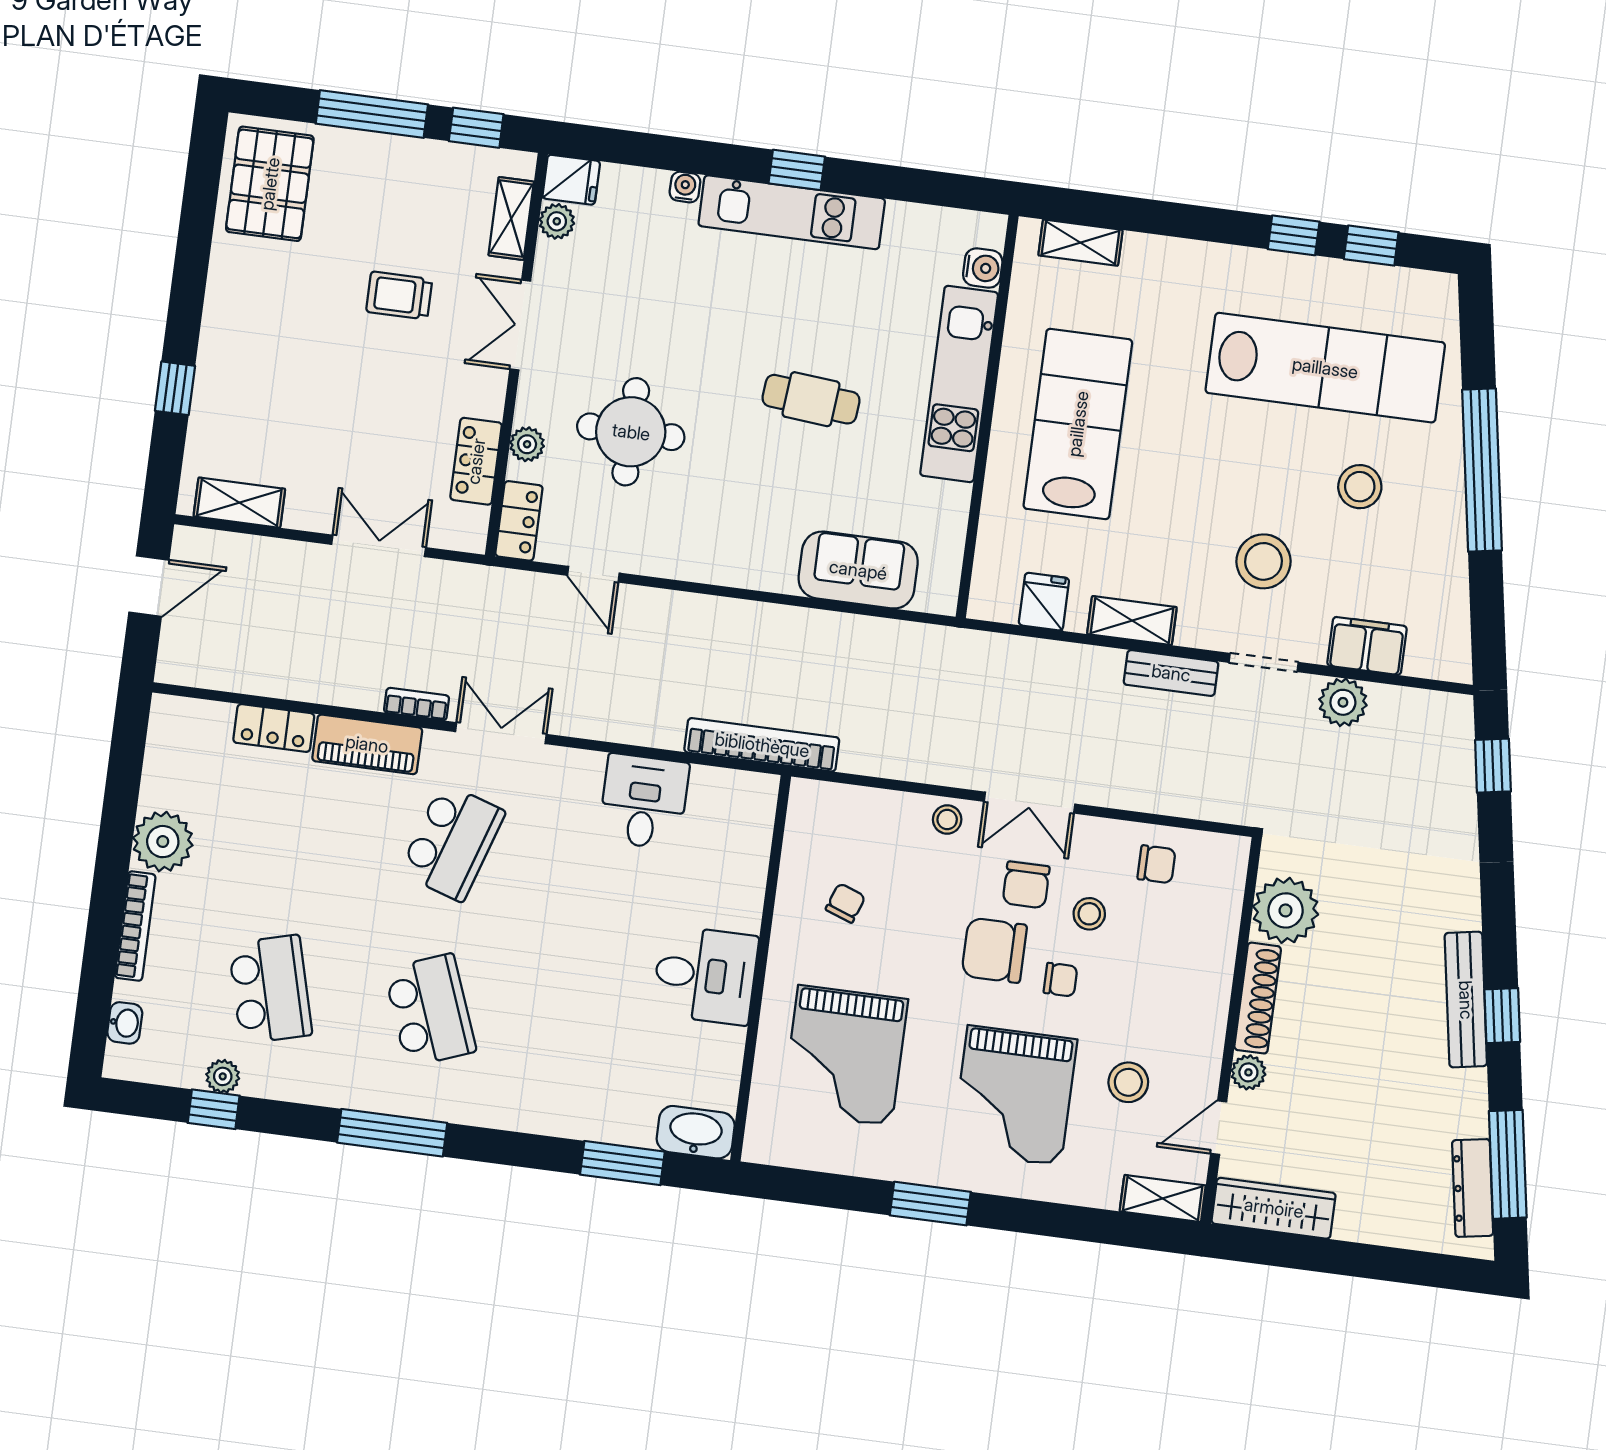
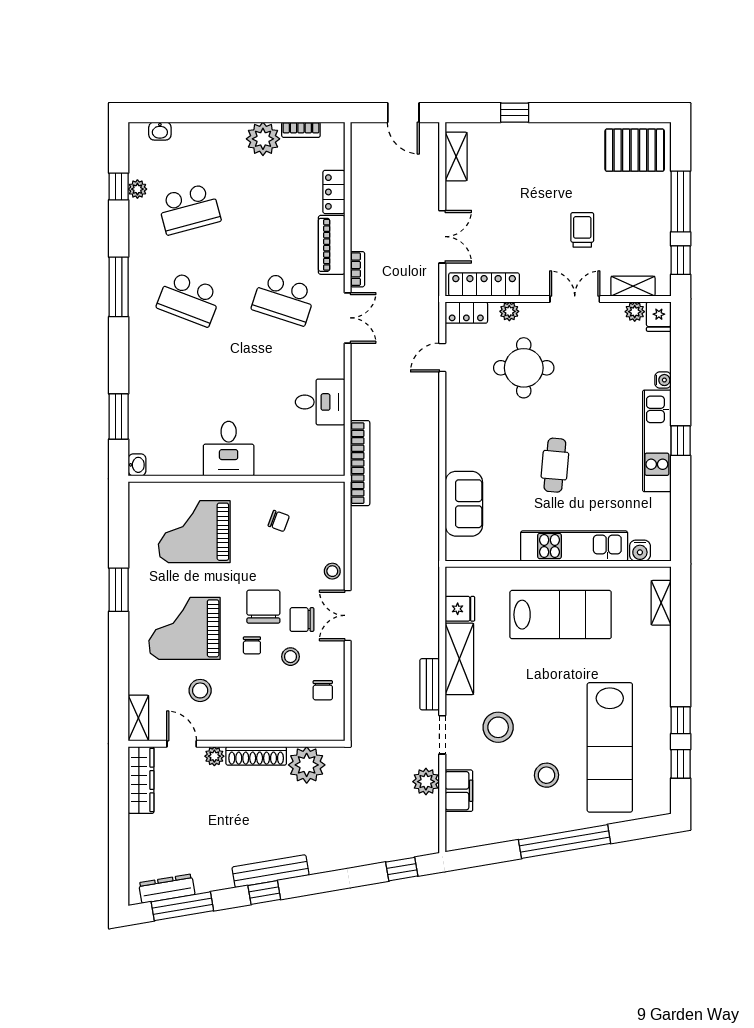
locker: (476, 461) -> (484, 284), width x1.53
shelving: (1132, 621) -> (459, 659), width x1.50, depth x1.33
bookcase: (135, 926) -> (301, 130), moved, width x0.64
school desk: (430, 1010) -> (189, 299), turned 42
washbasin: (696, 1132) -> (137, 465), width x0.52, depth x0.69

